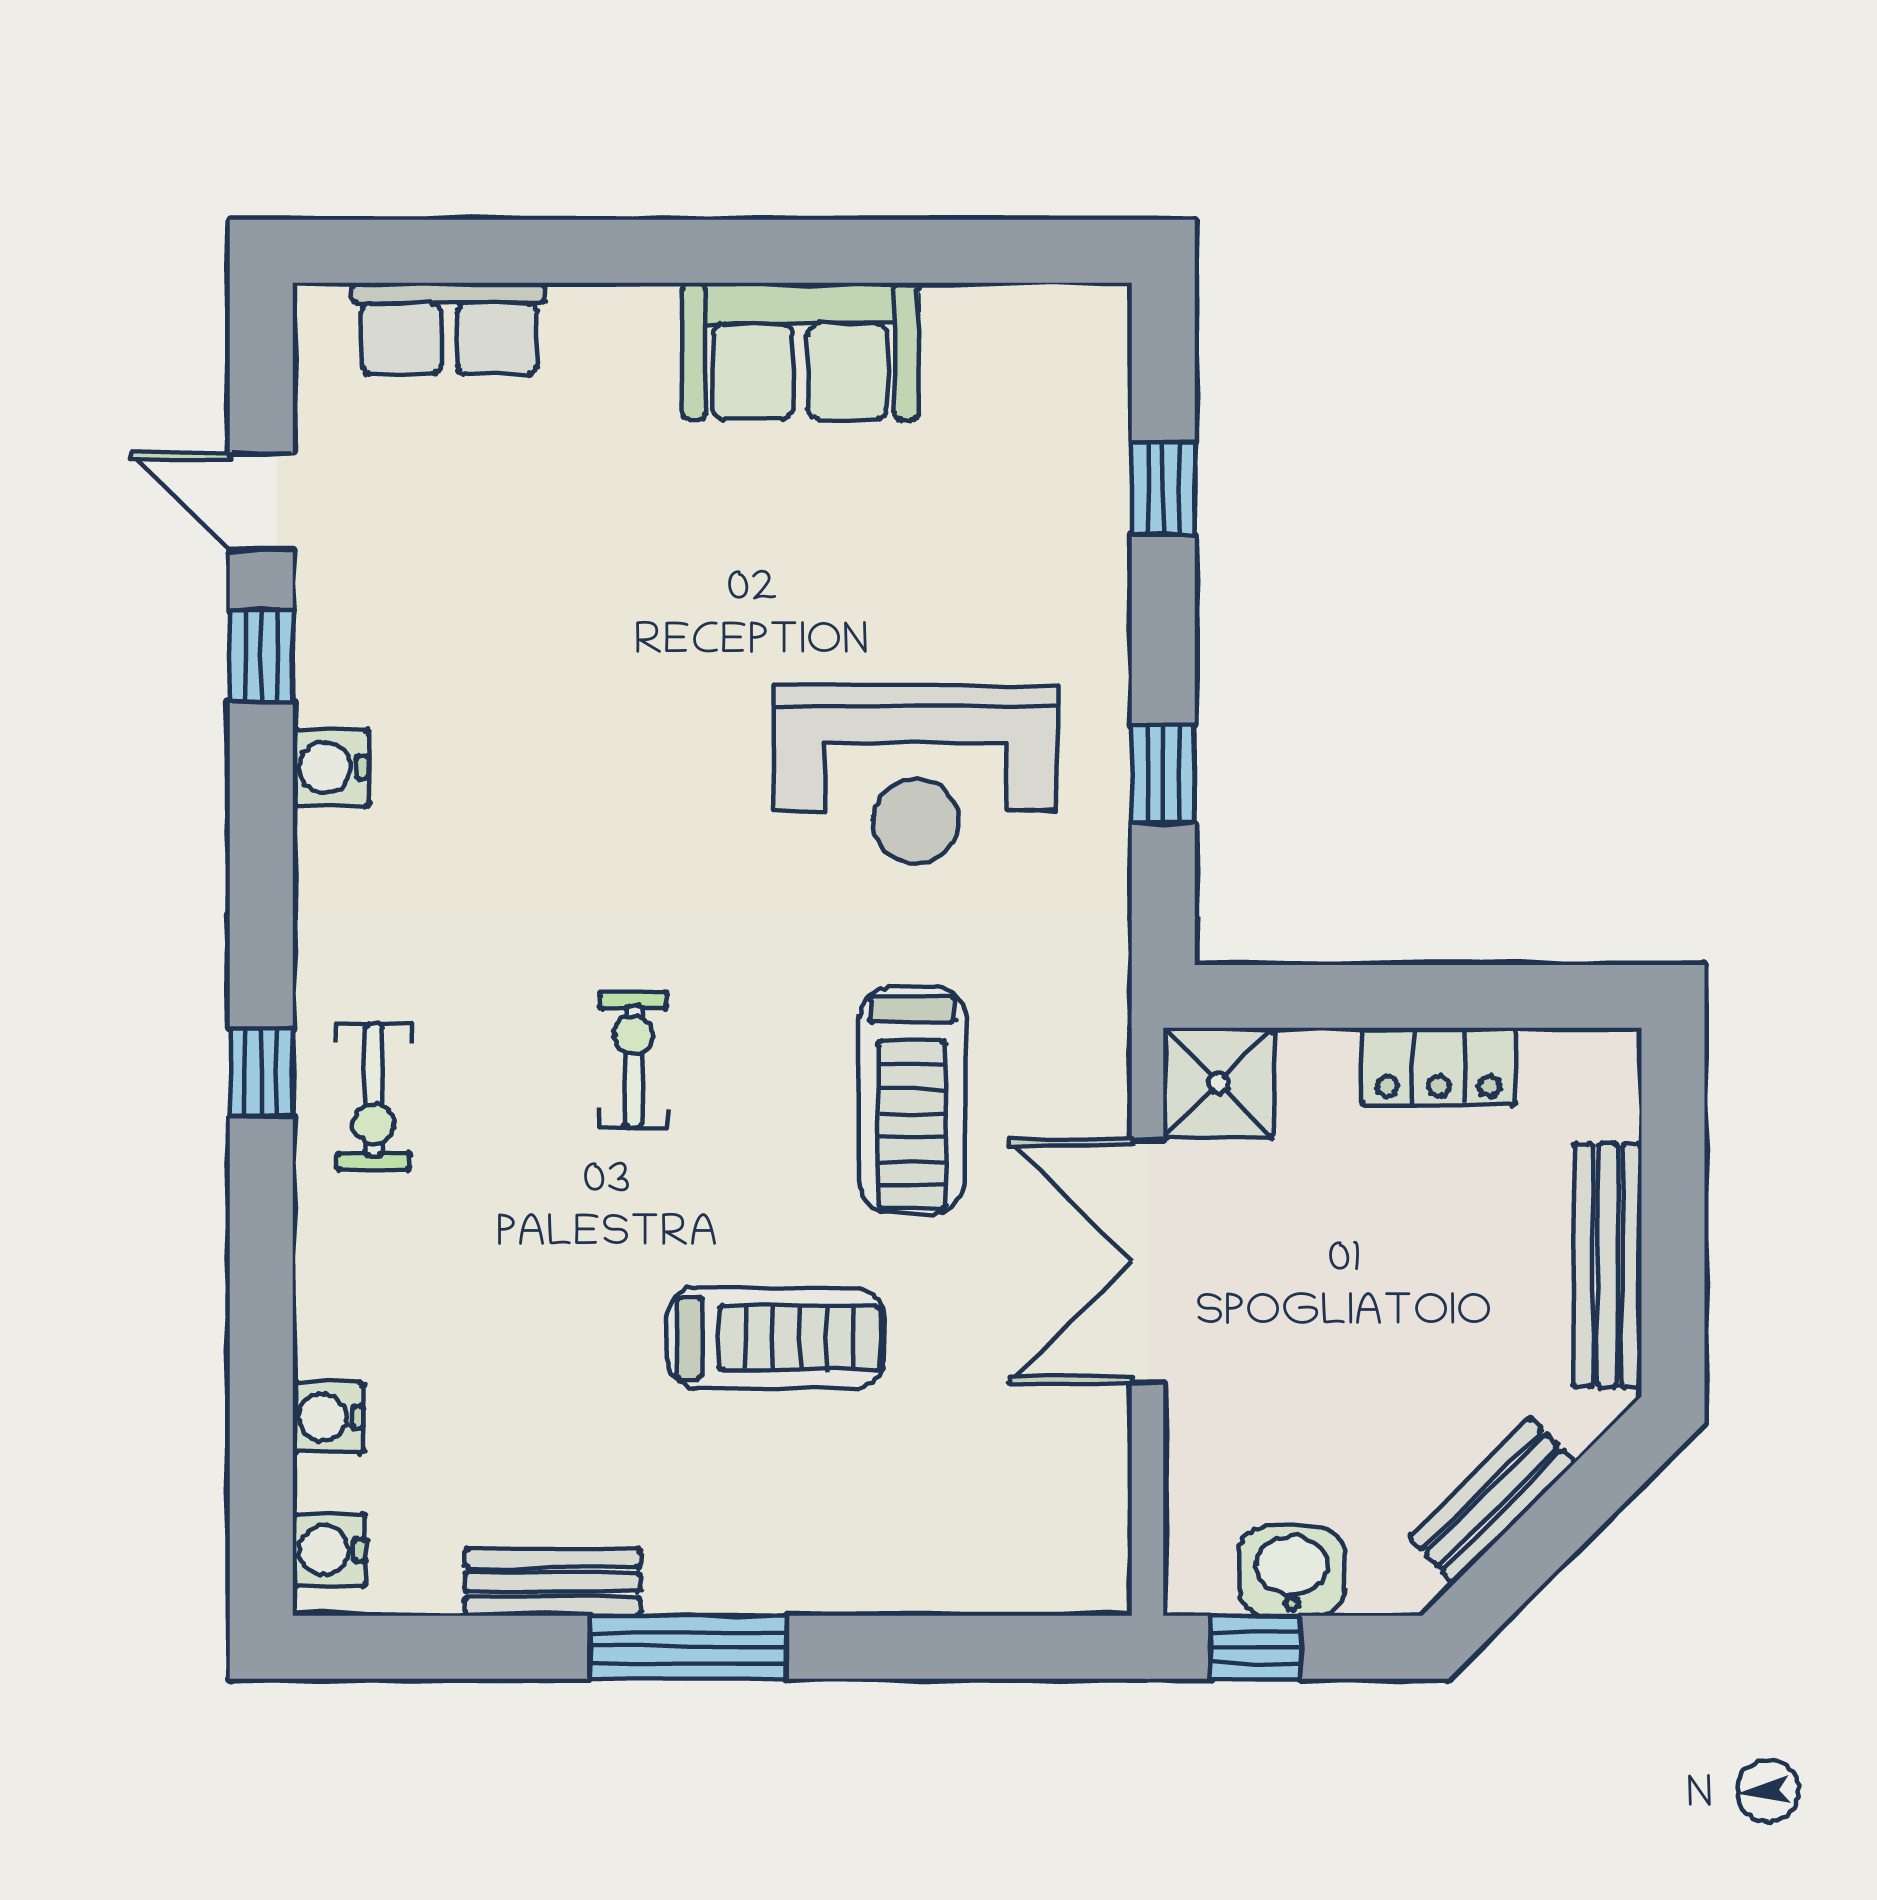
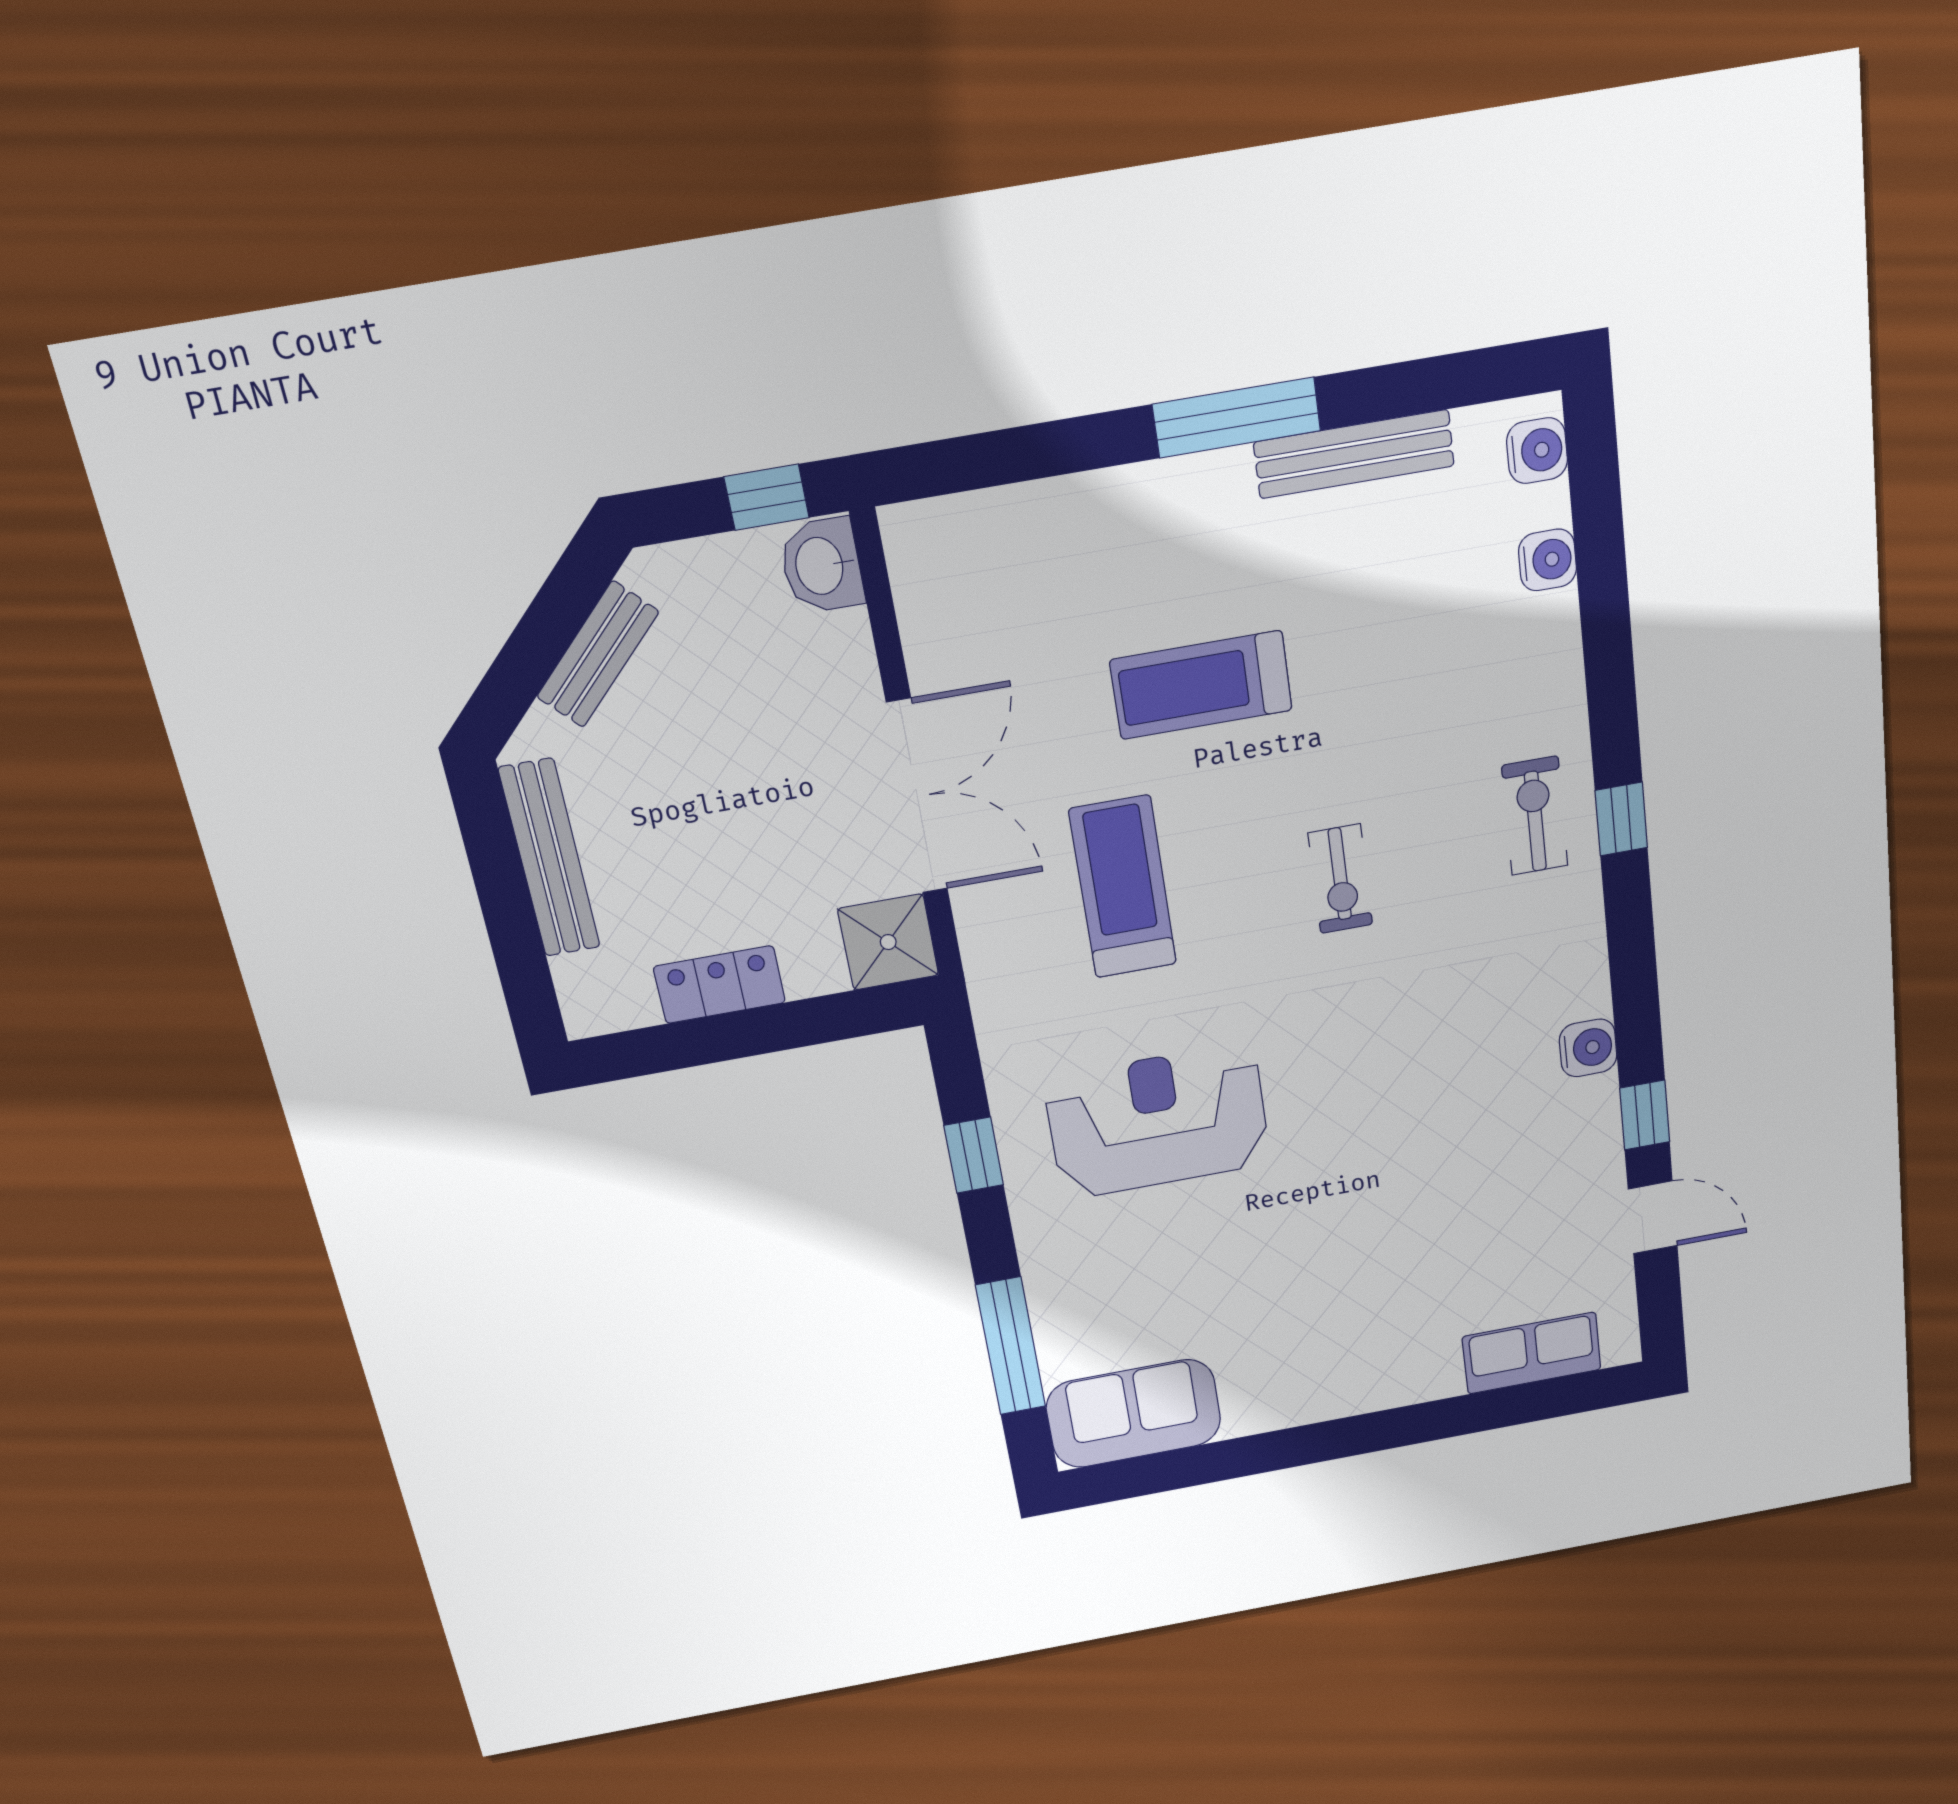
sofa: (800, 351) -> (1134, 1414), moved
window: (1163, 489) -> (1011, 1346), width x2.17
washbasin: (1292, 1571) -> (822, 566), moved, turned 90
bench: (553, 1582) -> (1354, 454), width x1.36

